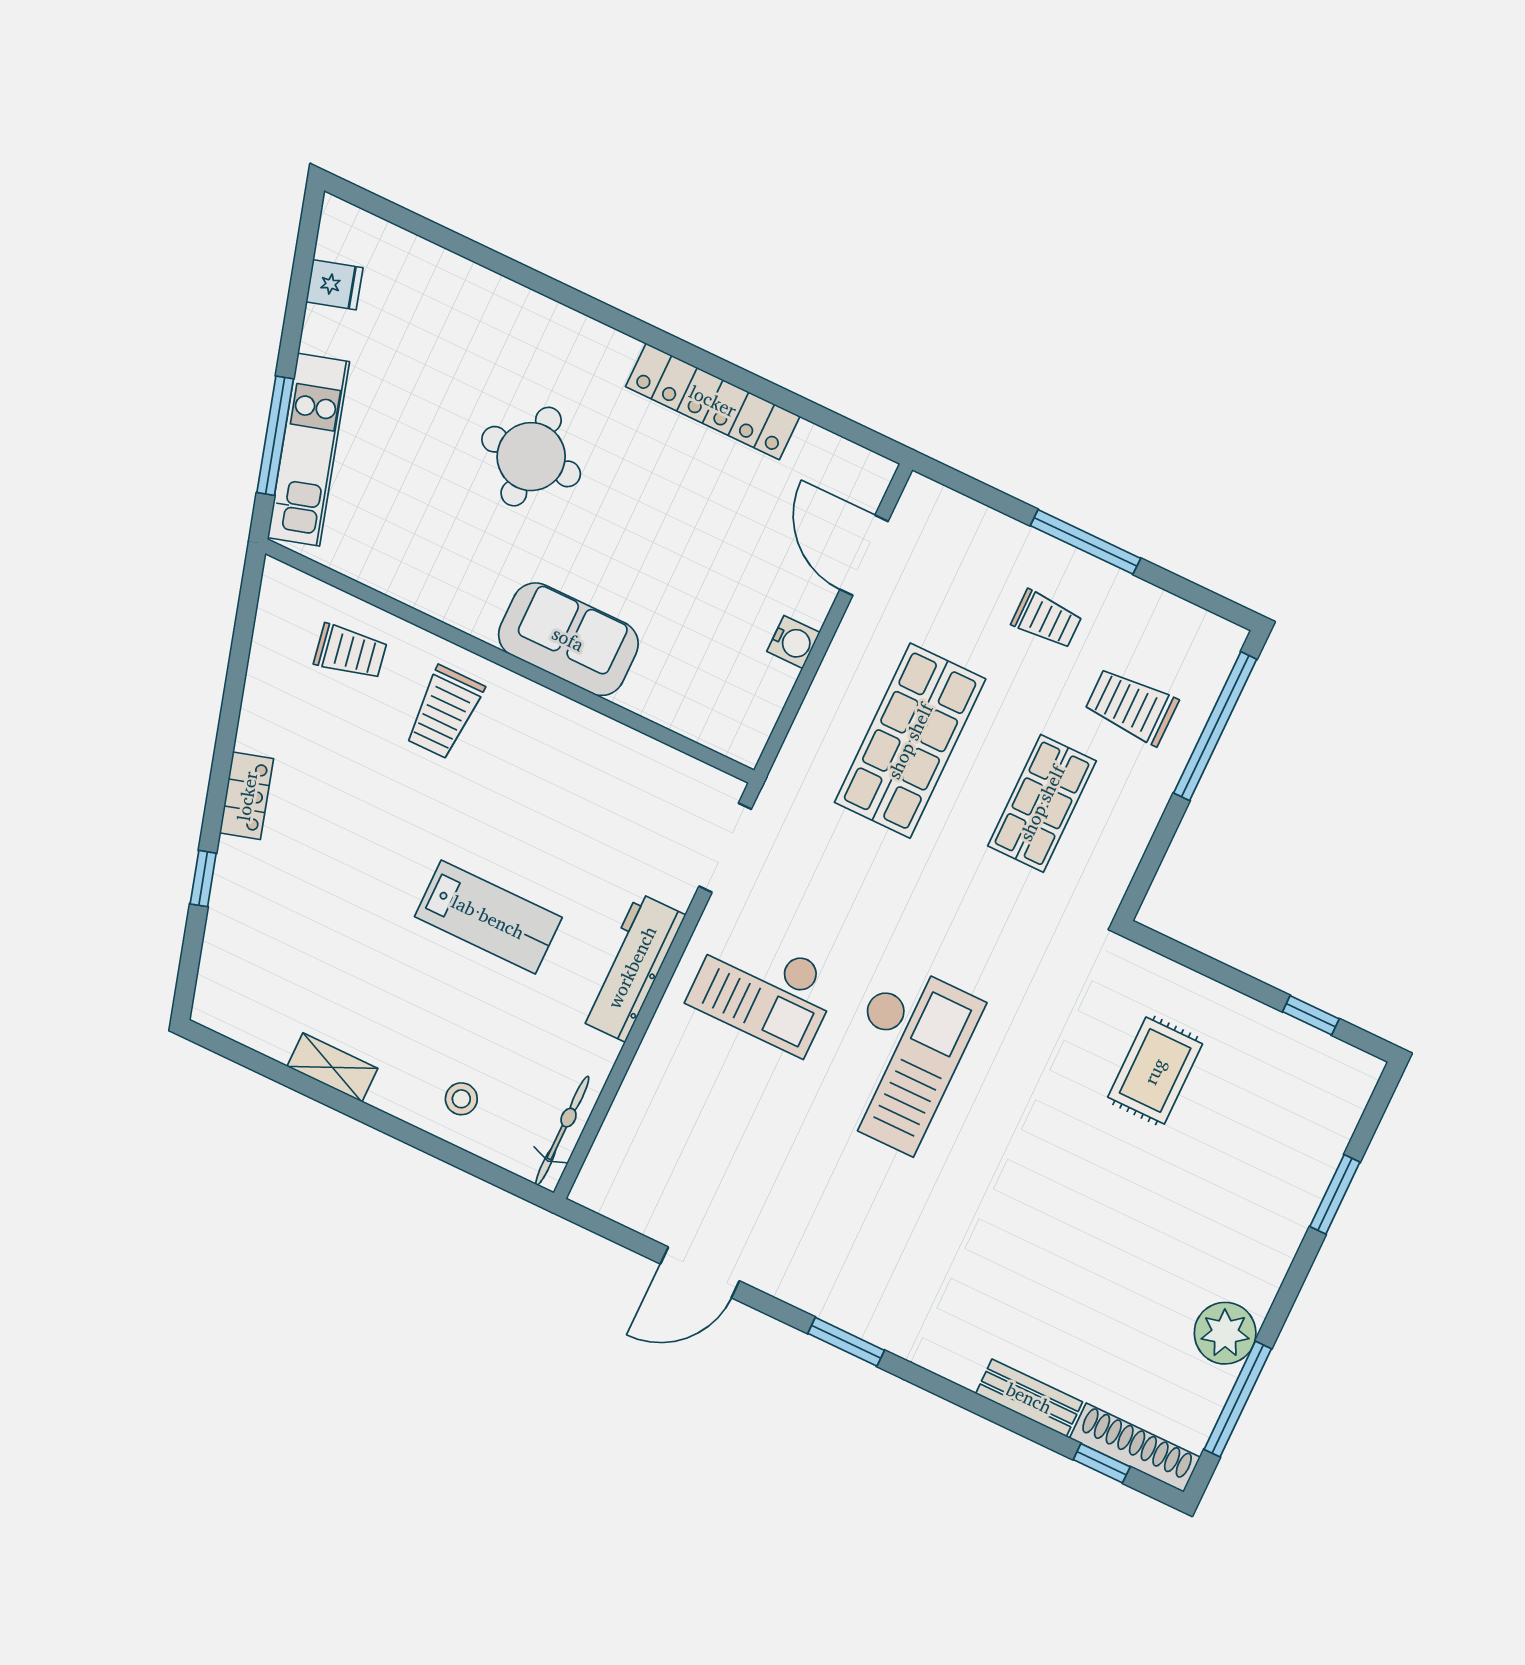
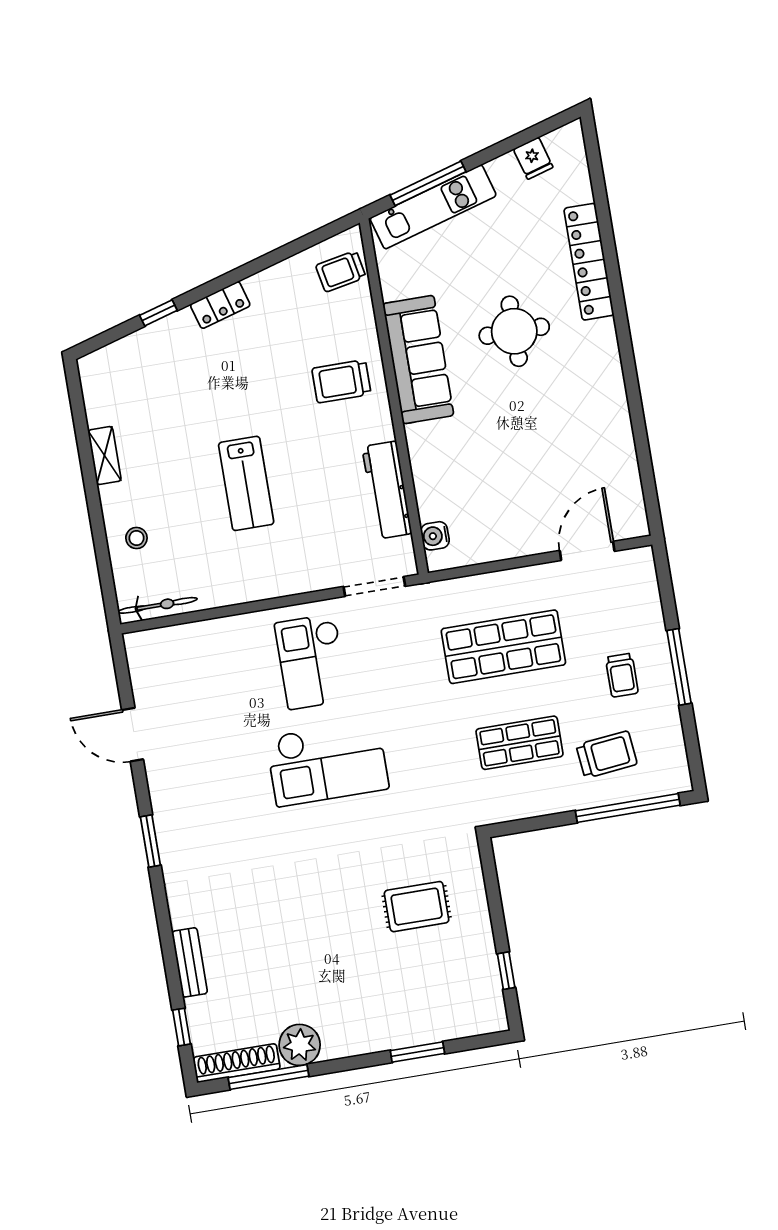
locker: (713, 401) -> (589, 262), moved
sofa: (568, 639) -> (418, 360), moved, width x1.36
water cooler: (793, 642) -> (435, 536), moved, turned 90
trolley: (350, 652) -> (341, 271), moved, turned 89
trolley: (1131, 706) -> (607, 755), turned 84
workbench: (632, 967) -> (387, 490), moved, turned -90
shoe rack: (1135, 1448) -> (237, 1063), moved, turned -90

